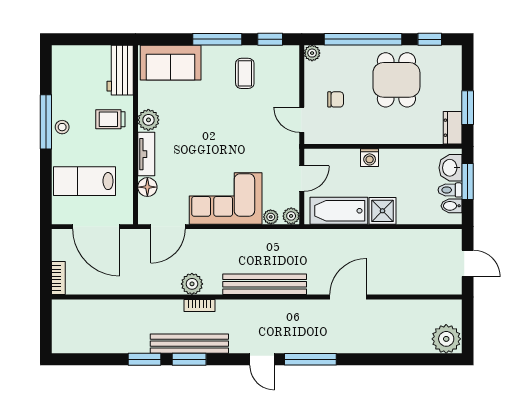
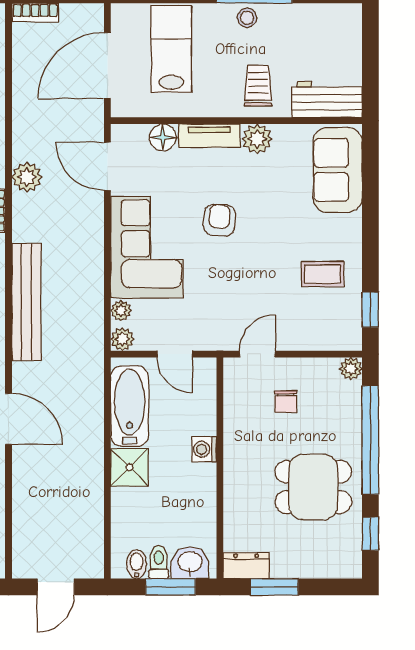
window: (217, 39) -> (370, 236), removed
armchair: (206, 147) -> (219, 220), added
plant: (192, 284) -> (27, 177), moved

